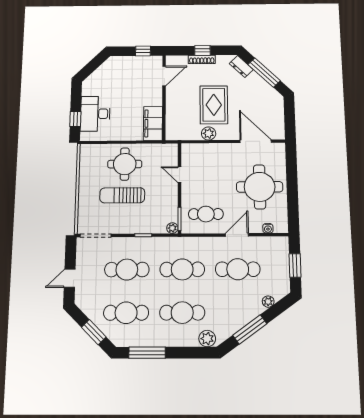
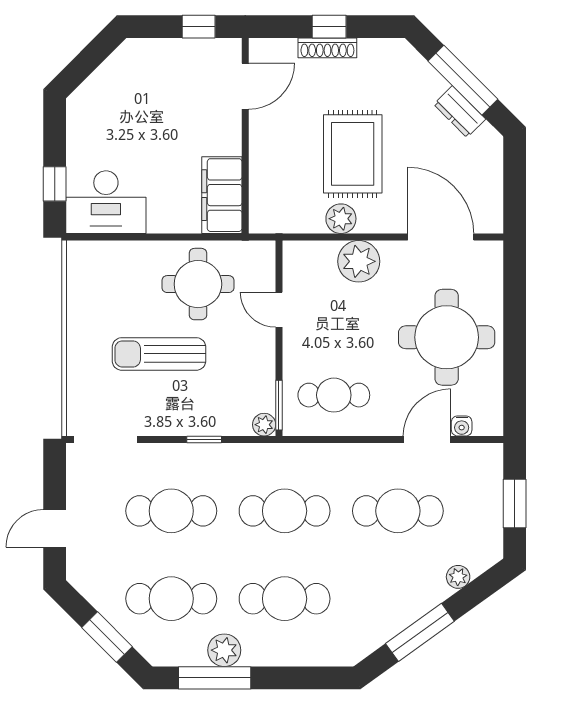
dresser: (241, 67) -> (460, 112), moved
desk: (95, 114) -> (106, 202), moved, turned -90
plant: (217, 152) -> (359, 261), added
round table: (125, 164) -> (198, 284), moved
door: (237, 235) -> (427, 439), moved
plant: (207, 339) -> (224, 650), moved

